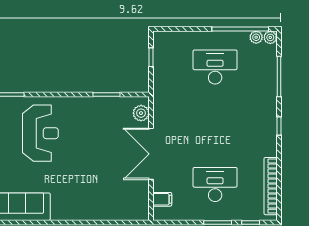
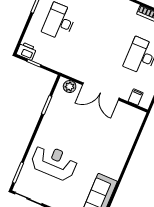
printer: (162, 42) -> (26, 51), added

